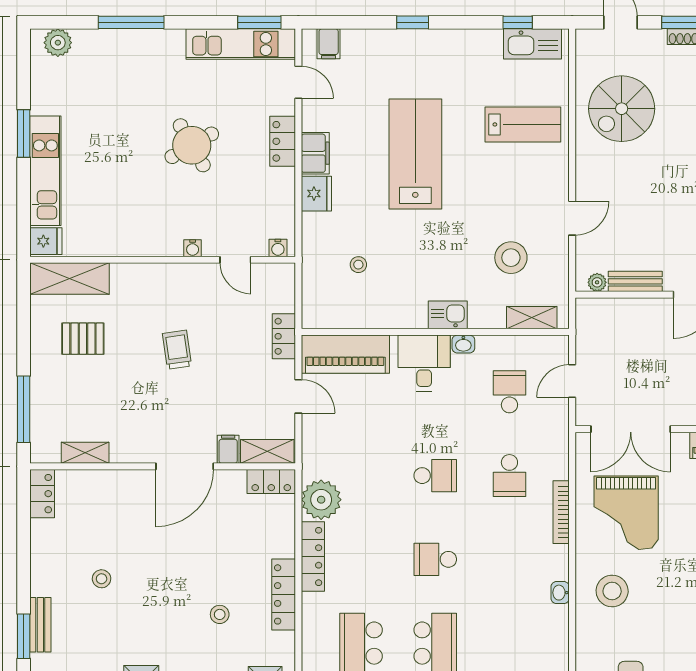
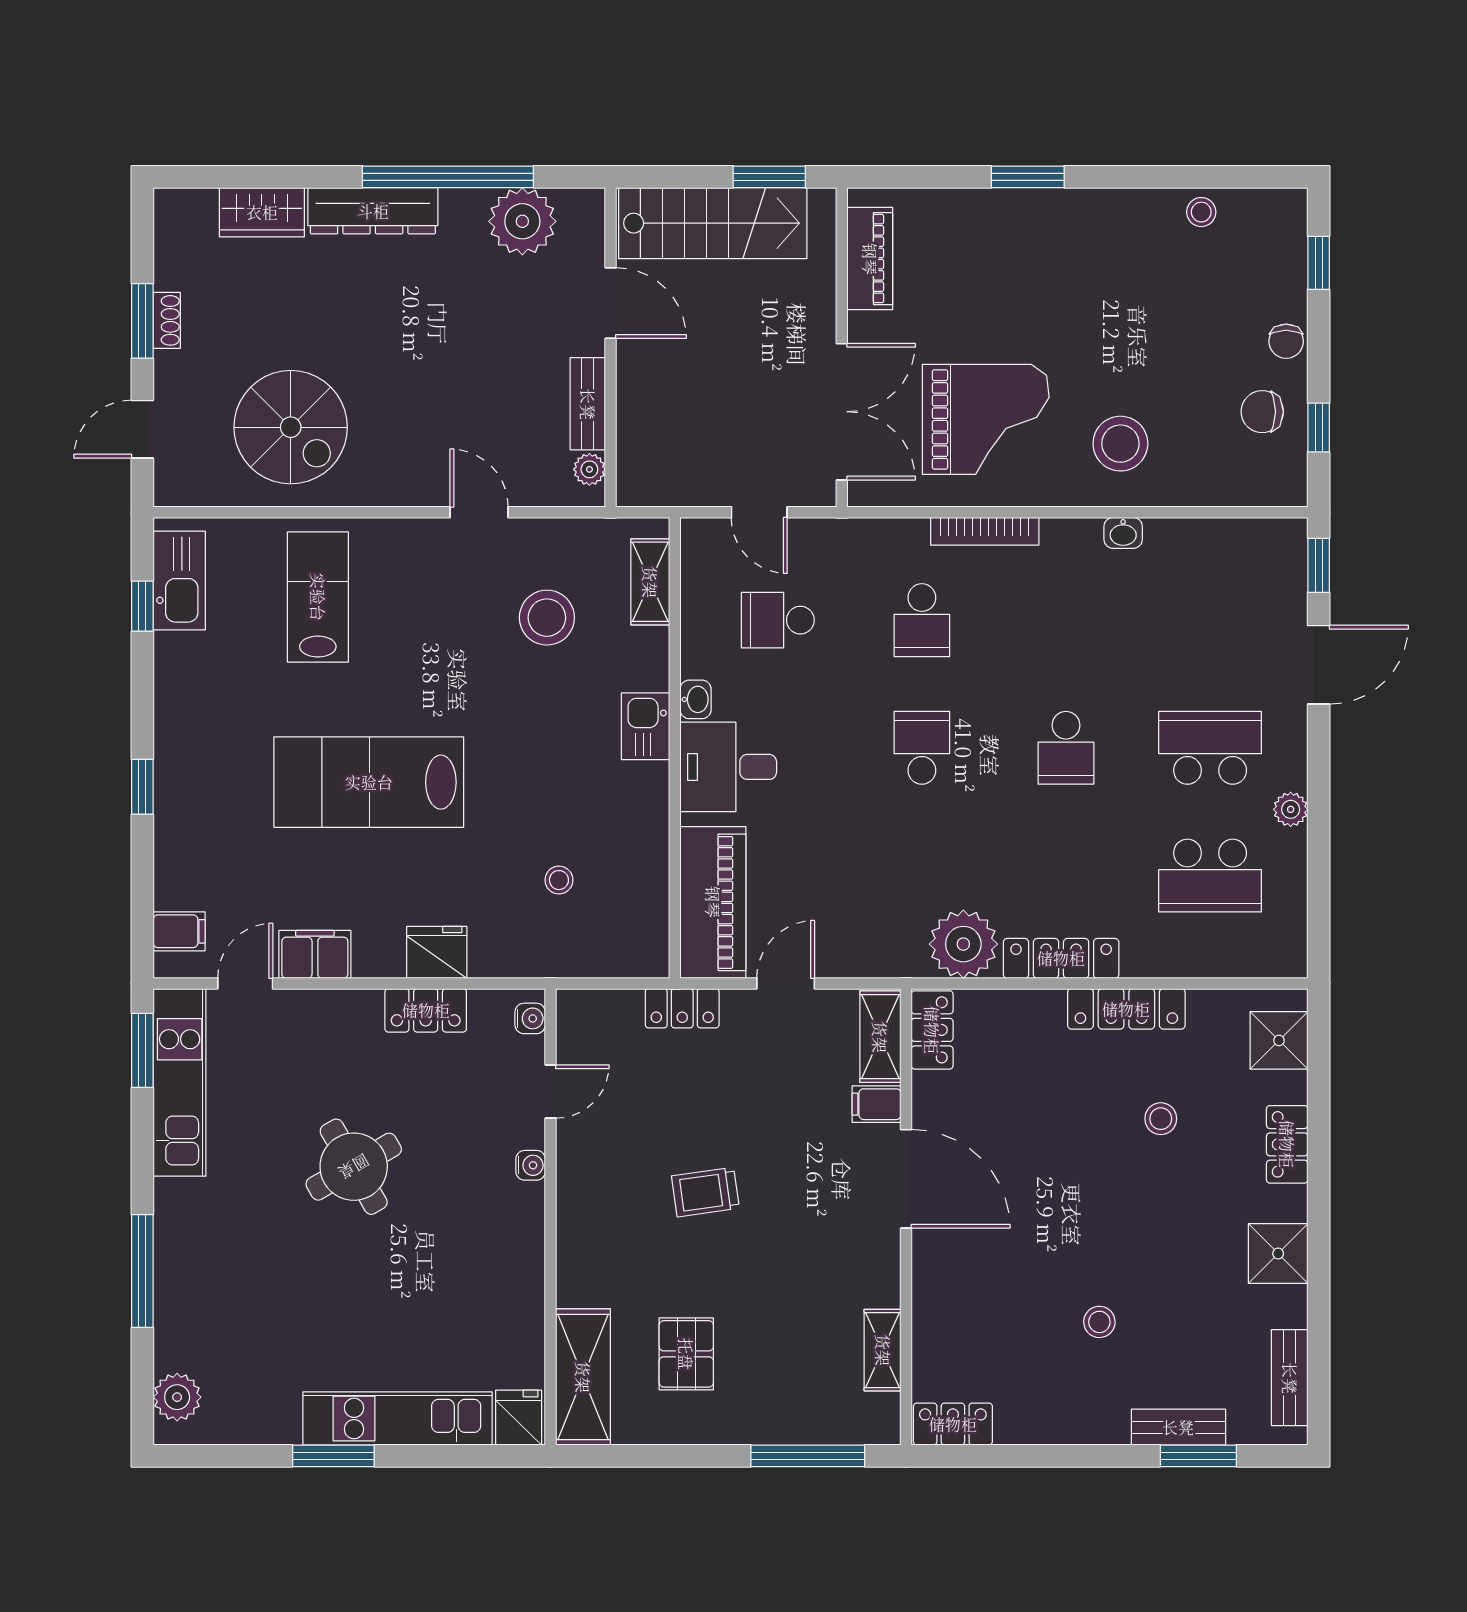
locker: (283, 141) -> (426, 1010), moved
filing cabinet: (315, 153) -> (315, 954), moved
school desk: (509, 476) -> (922, 620), turned 90

